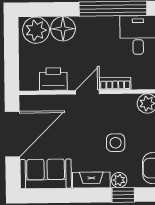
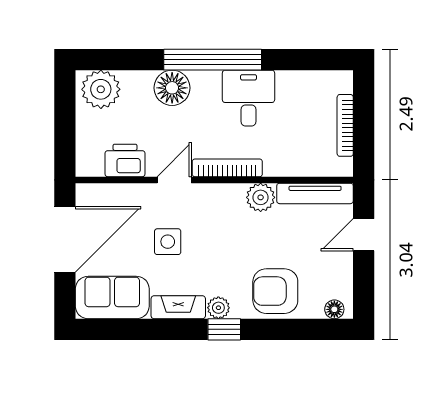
floor lamp: (63, 29) -> (172, 88), moved
bookcase: (115, 83) -> (227, 168), width x1.56
side table: (116, 143) -> (168, 242), moved

